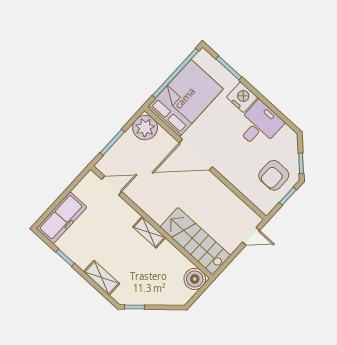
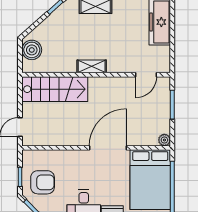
plant: (145, 128) -> (164, 140), width x0.53, depth x0.53
armchair: (274, 175) -> (43, 182), turned 90
boiler: (195, 279) -> (32, 50), moved

